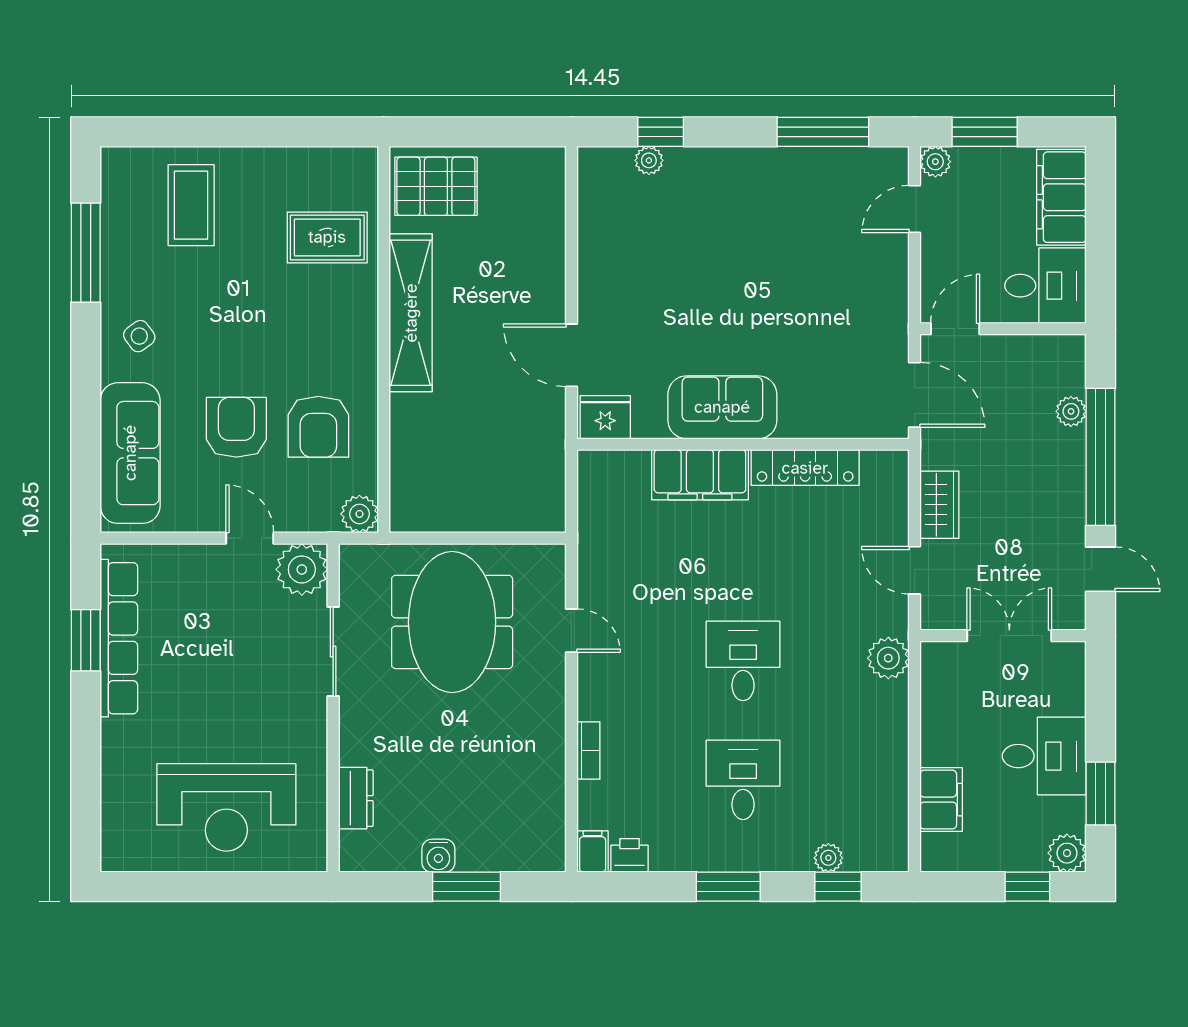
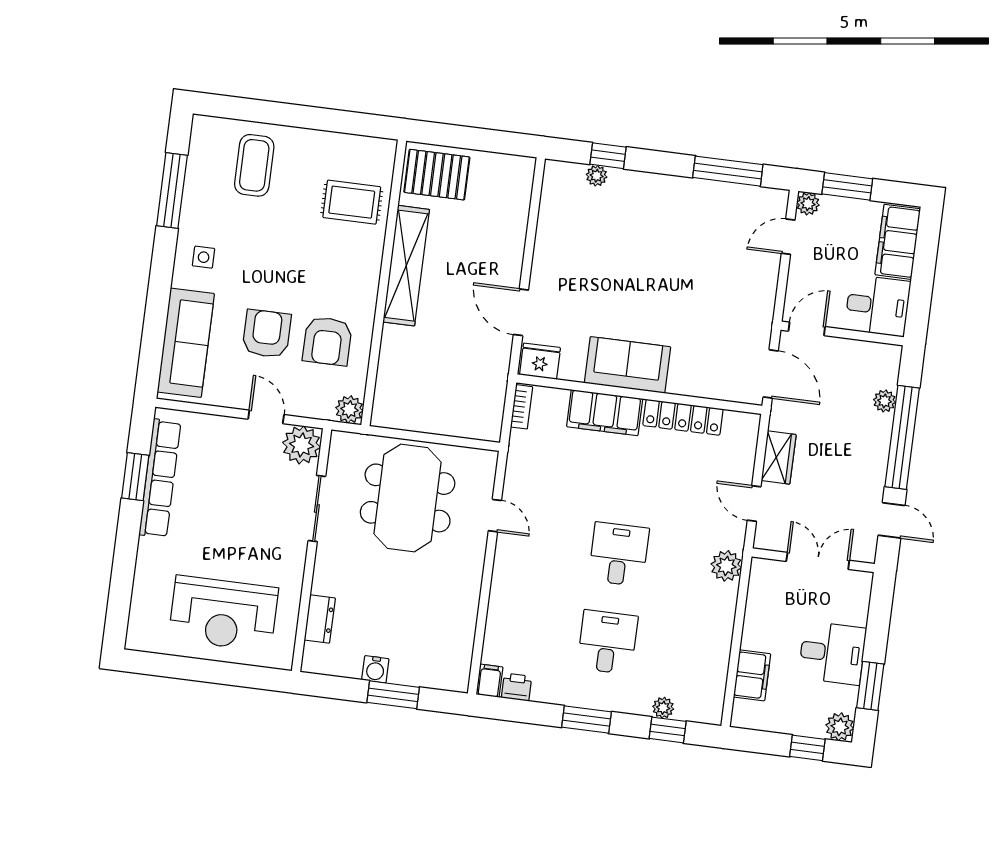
side table: (139, 336) -> (204, 257), turned 36
bookcase: (588, 750) -> (522, 407), moved

